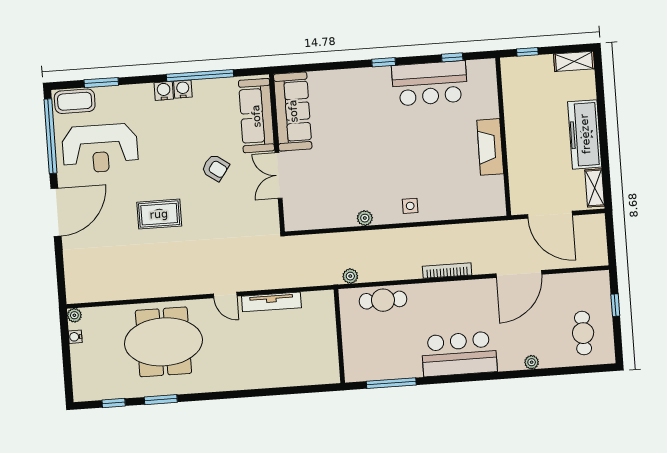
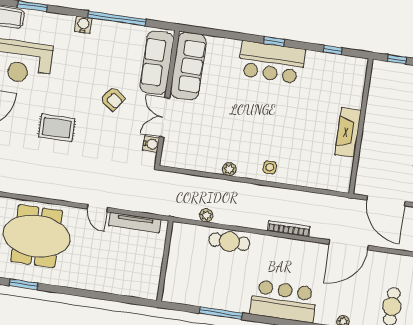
bar counter: (430, 83) -> (272, 62), moved
water cooler: (183, 89) -> (151, 144), moved, turned 90
wall: (339, 336) -> (165, 261), moved

